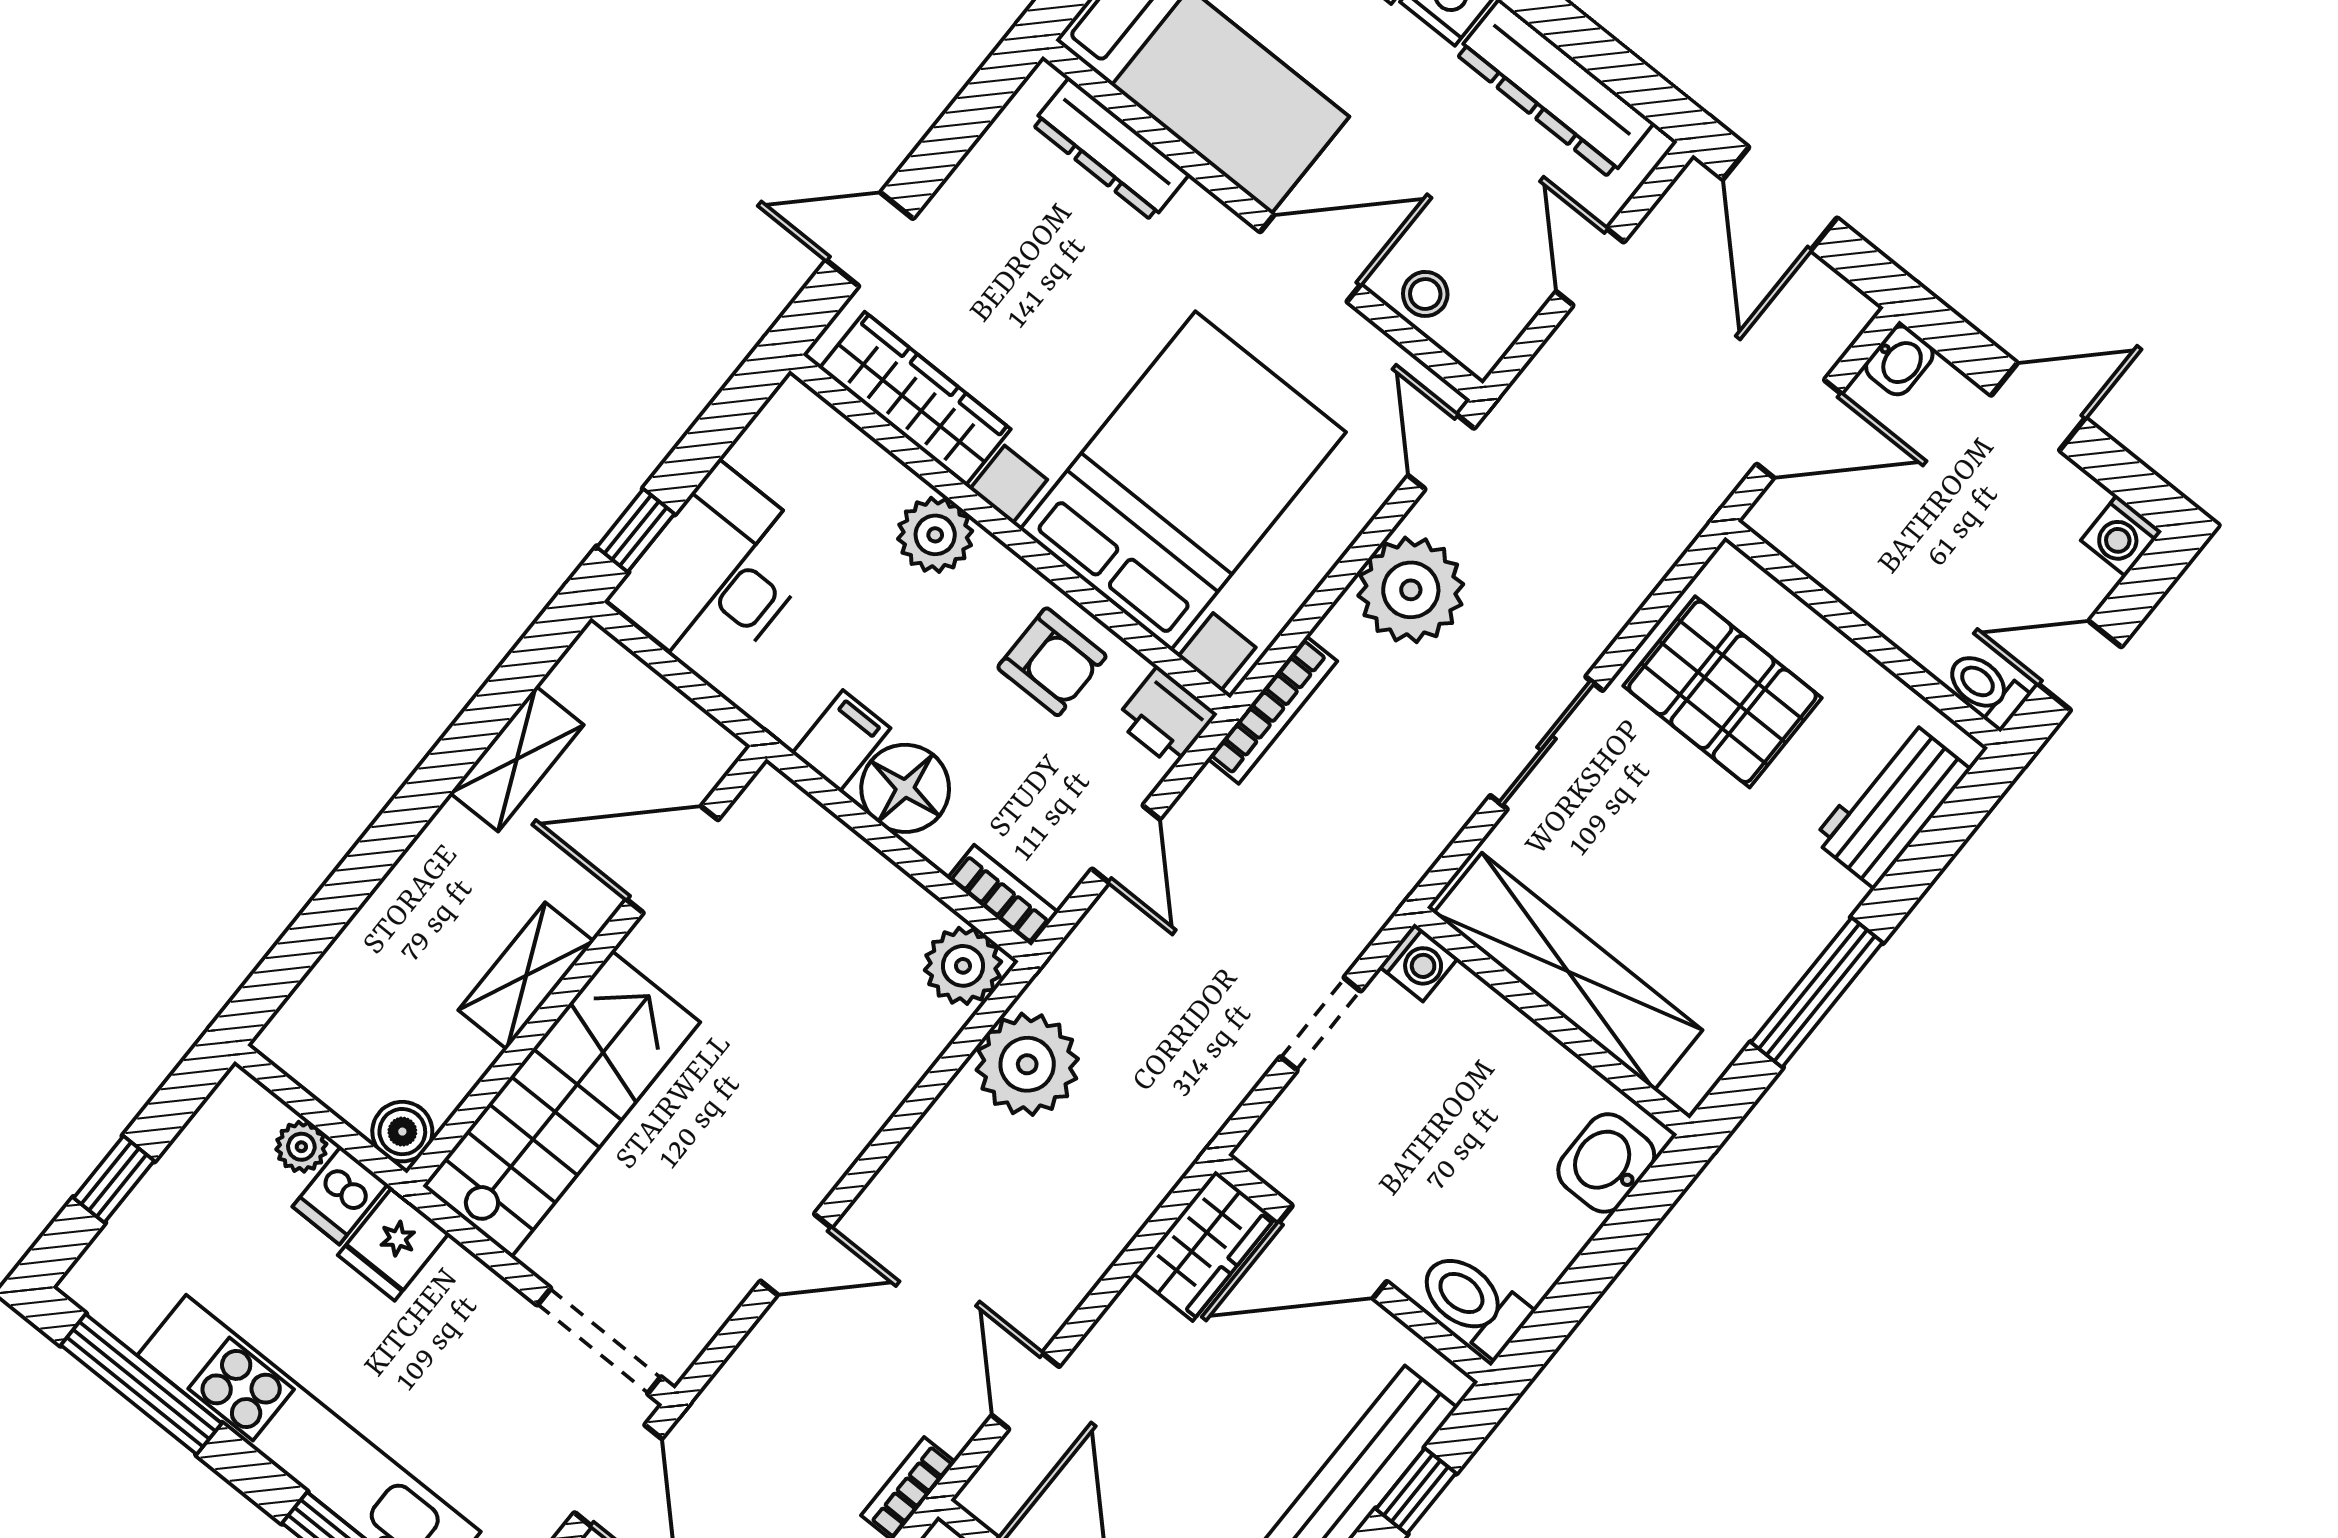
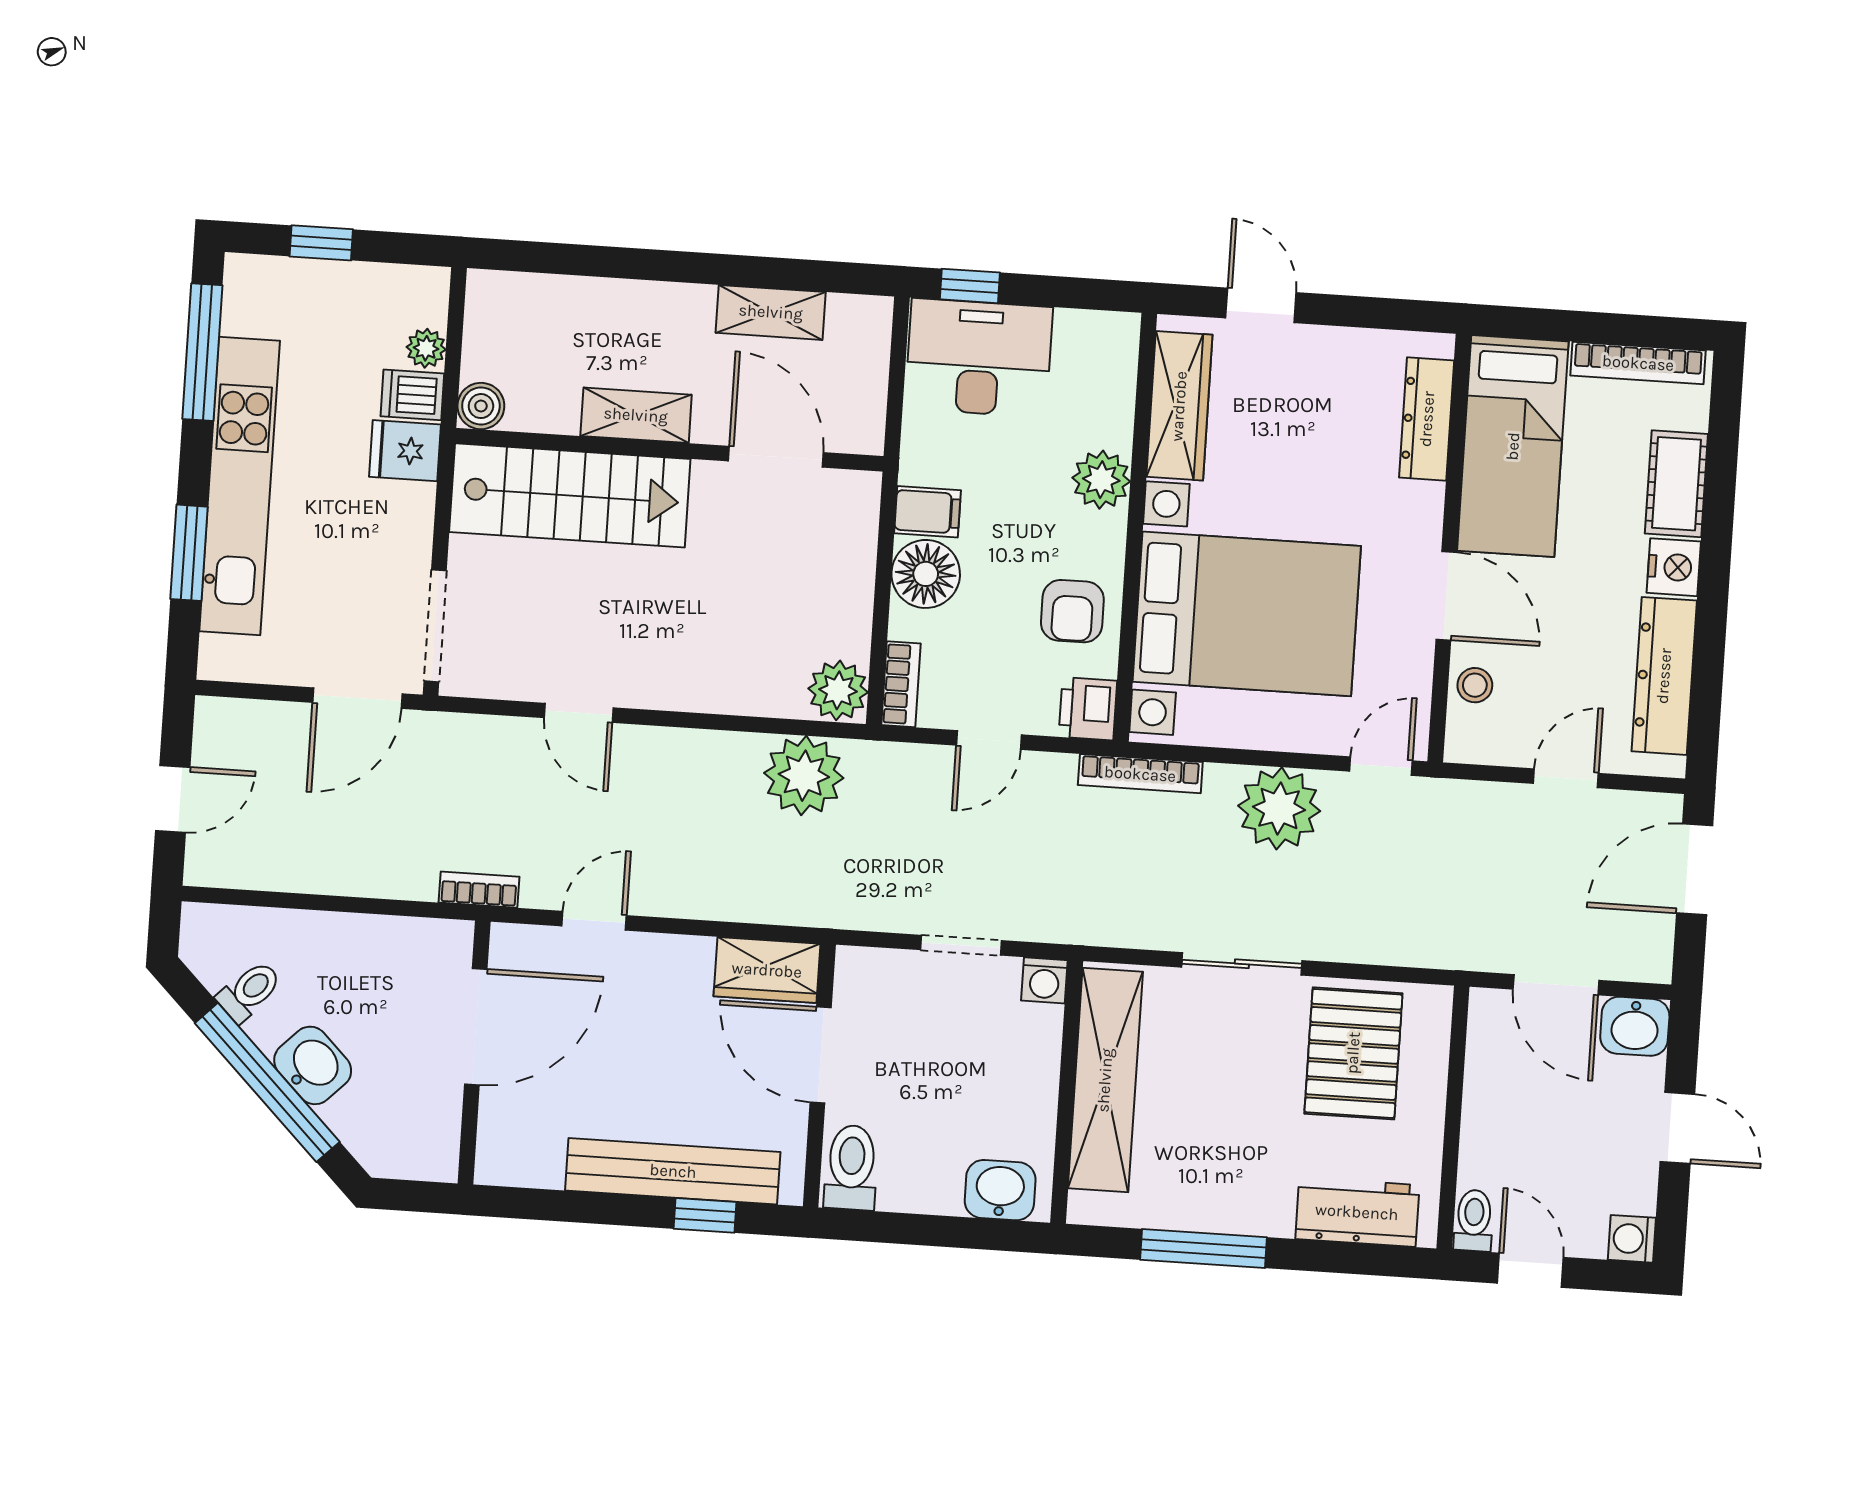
washbasin: (1899, 360) -> (1635, 1026), width x1.38, depth x1.45

